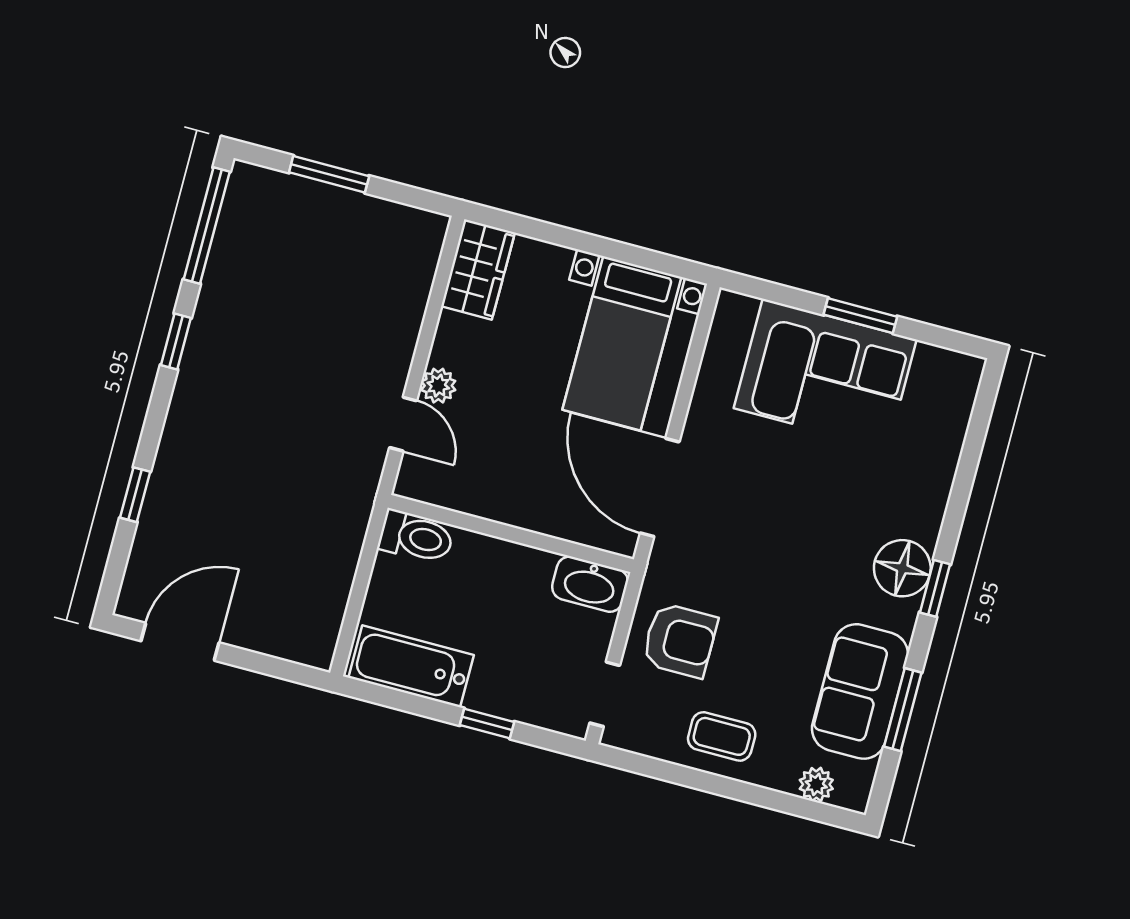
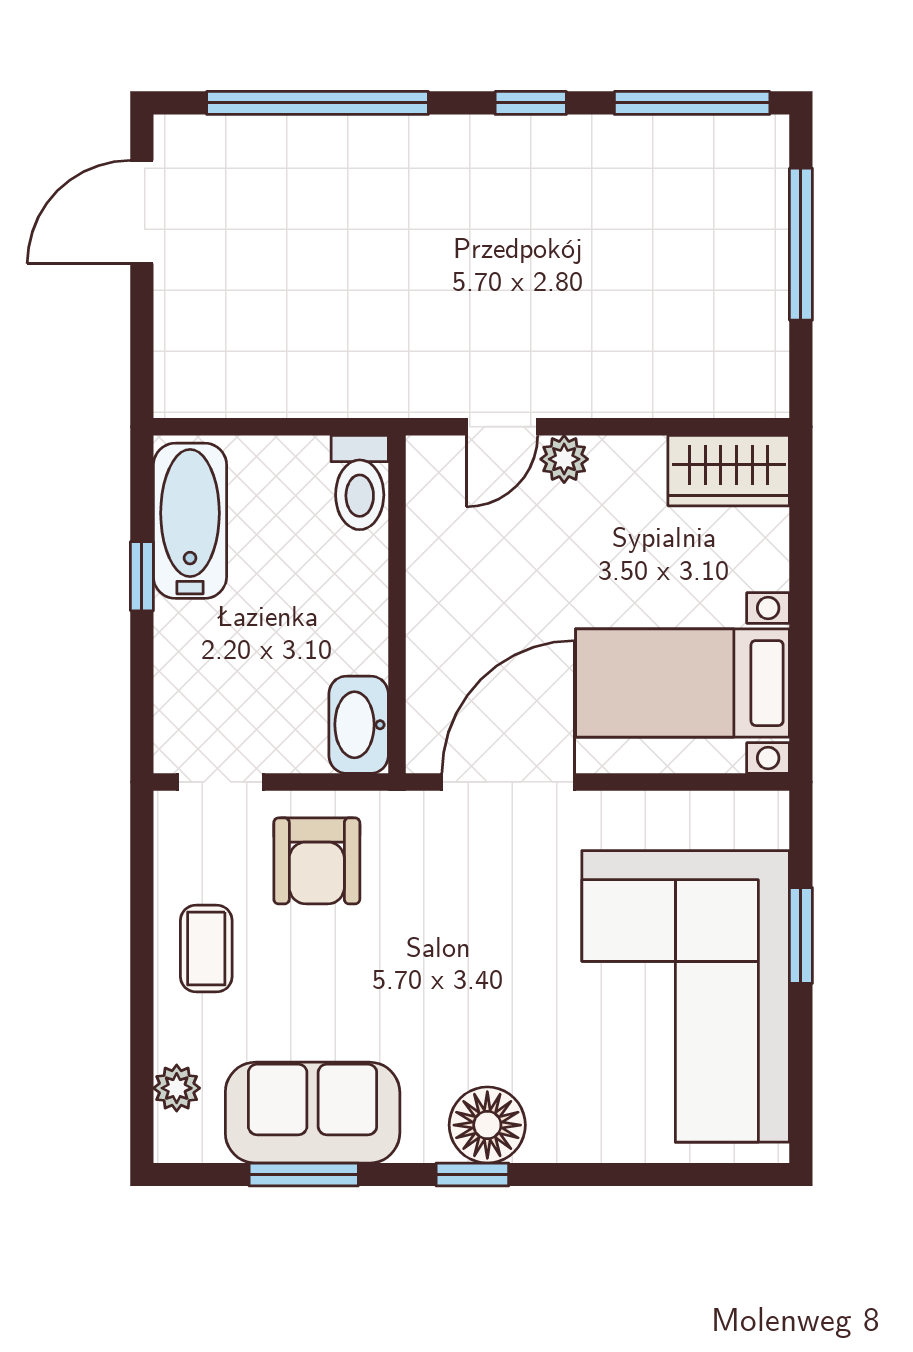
window: (329, 174) -> (801, 244), width x1.44
window: (860, 316) -> (801, 935), moved
corner sofa: (825, 374) -> (686, 996), width x1.36, depth x1.36
window: (135, 495) -> (318, 103), width x3.17
door: (180, 642) -> (142, 212), swing flipped
window: (487, 724) -> (142, 576), moved

